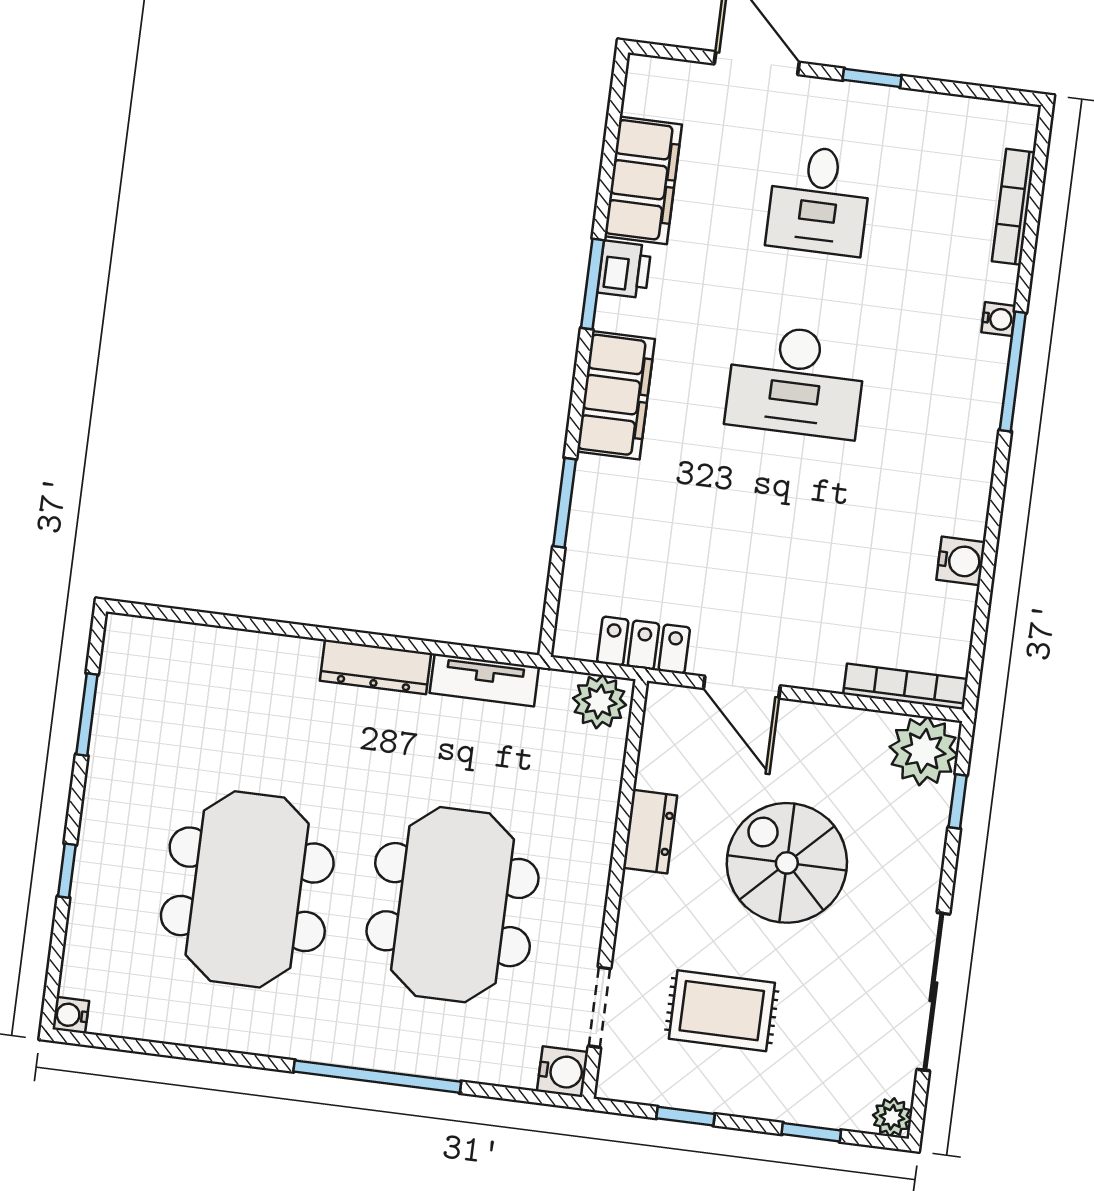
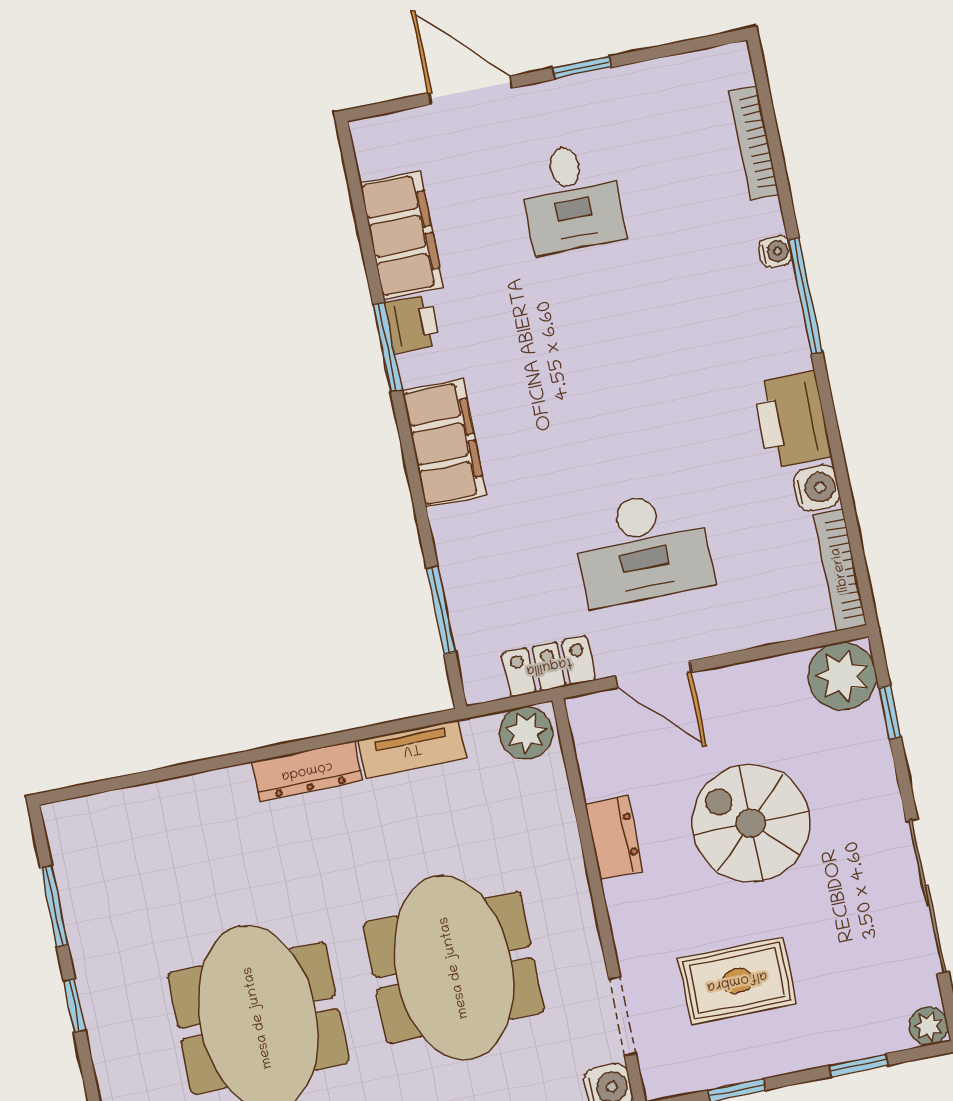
desk: (796, 381) -> (642, 548), moved
printer: (959, 487) -> (792, 420), added
window: (565, 503) -> (441, 610), moved
bookcase: (905, 687) -> (840, 570), moved, turned -90
window: (67, 871) -> (74, 1006), moved

